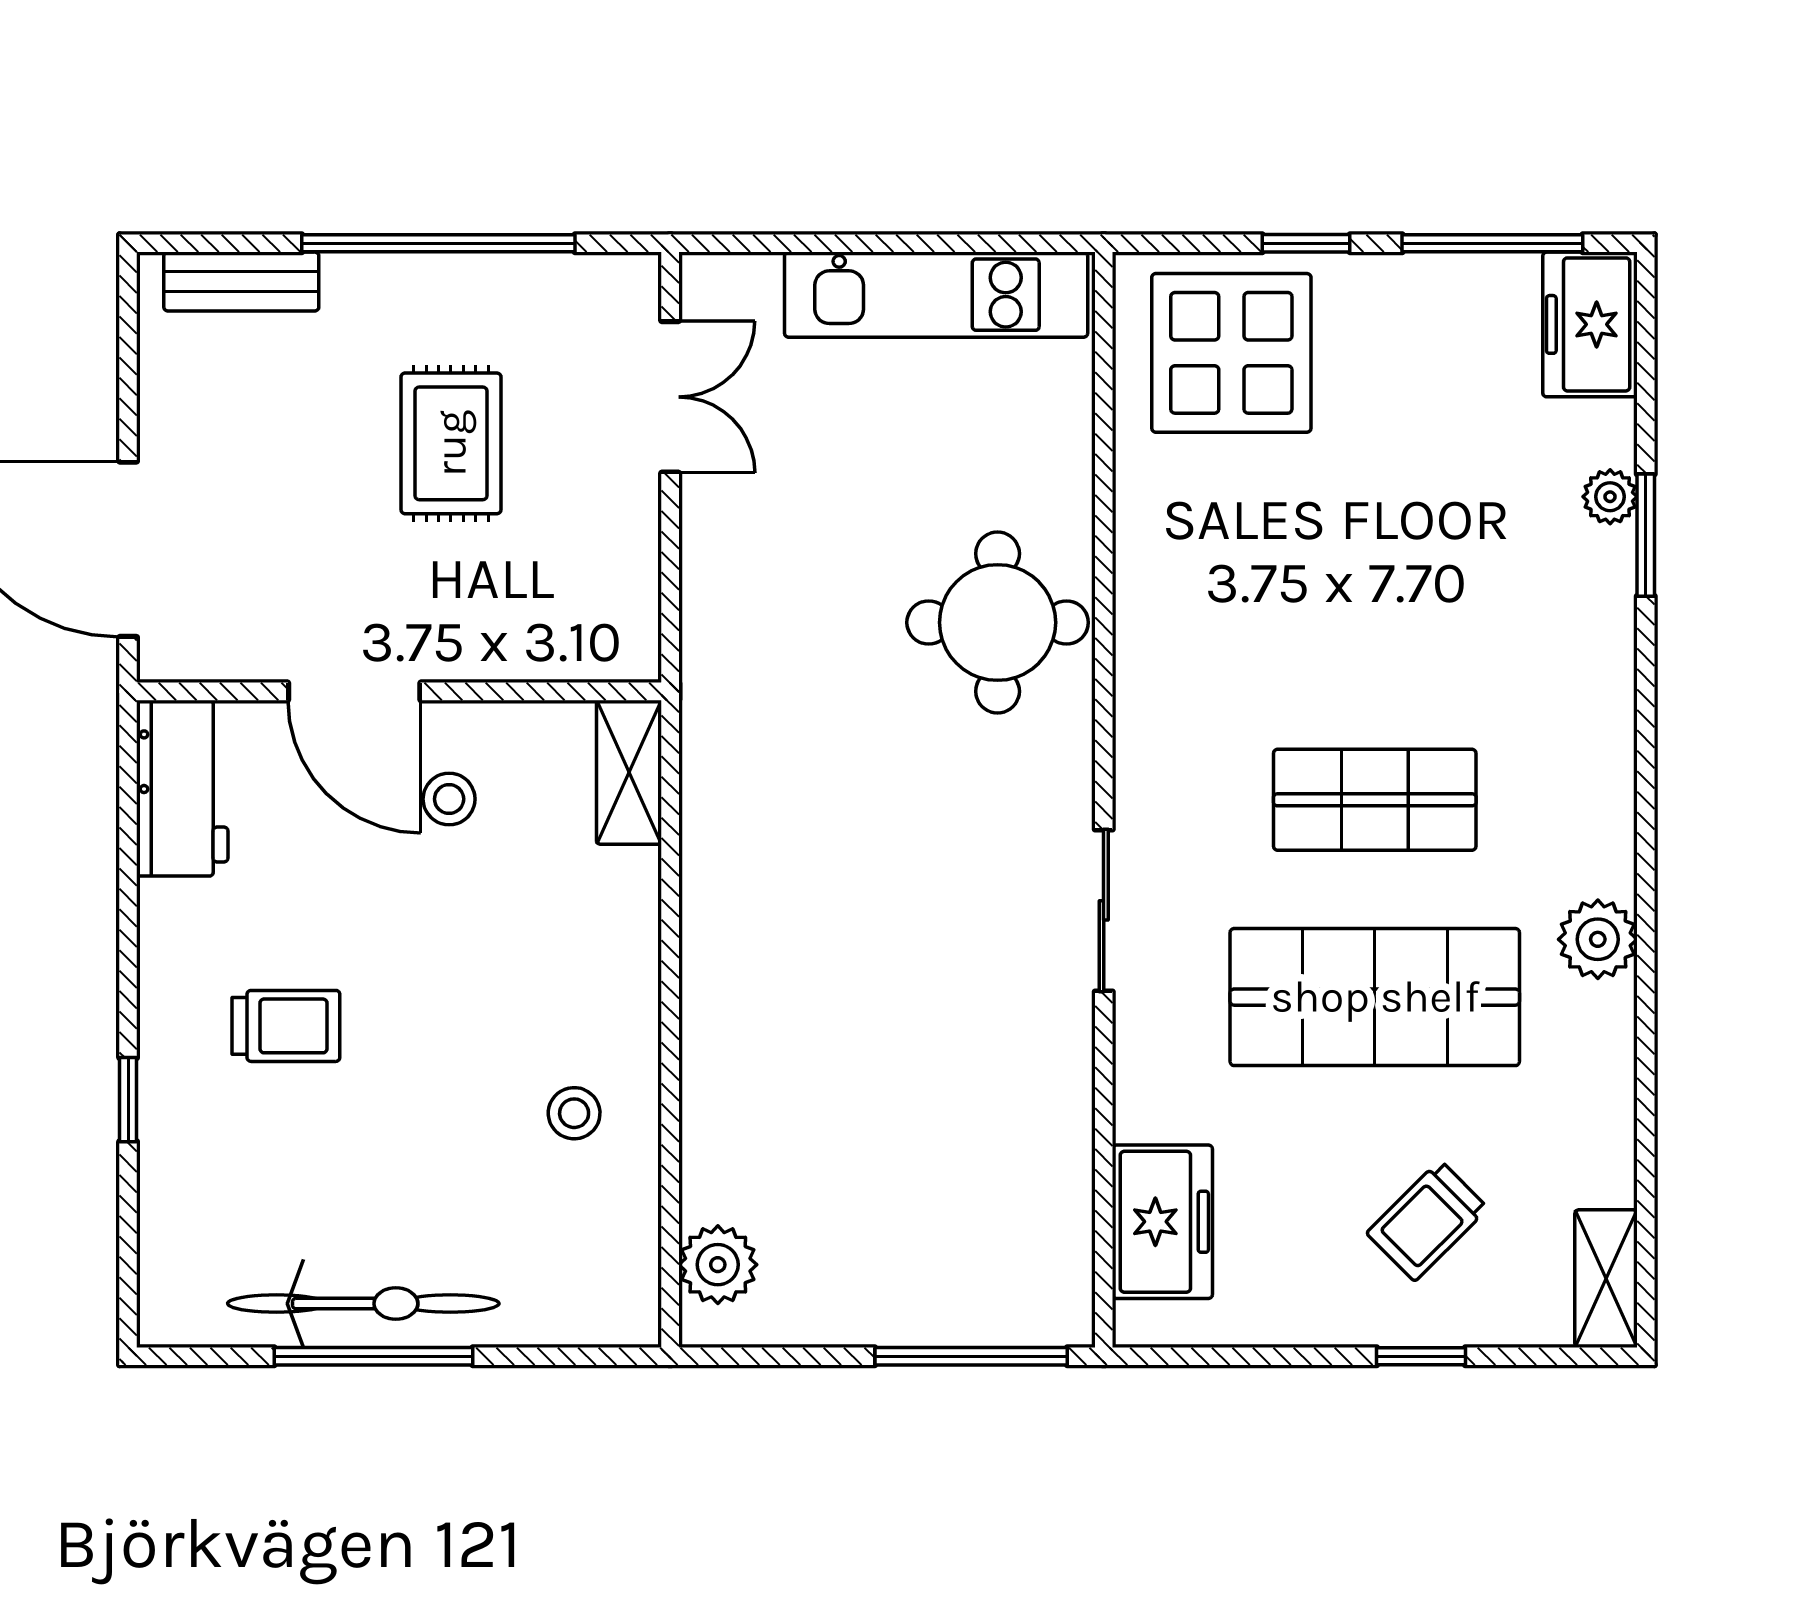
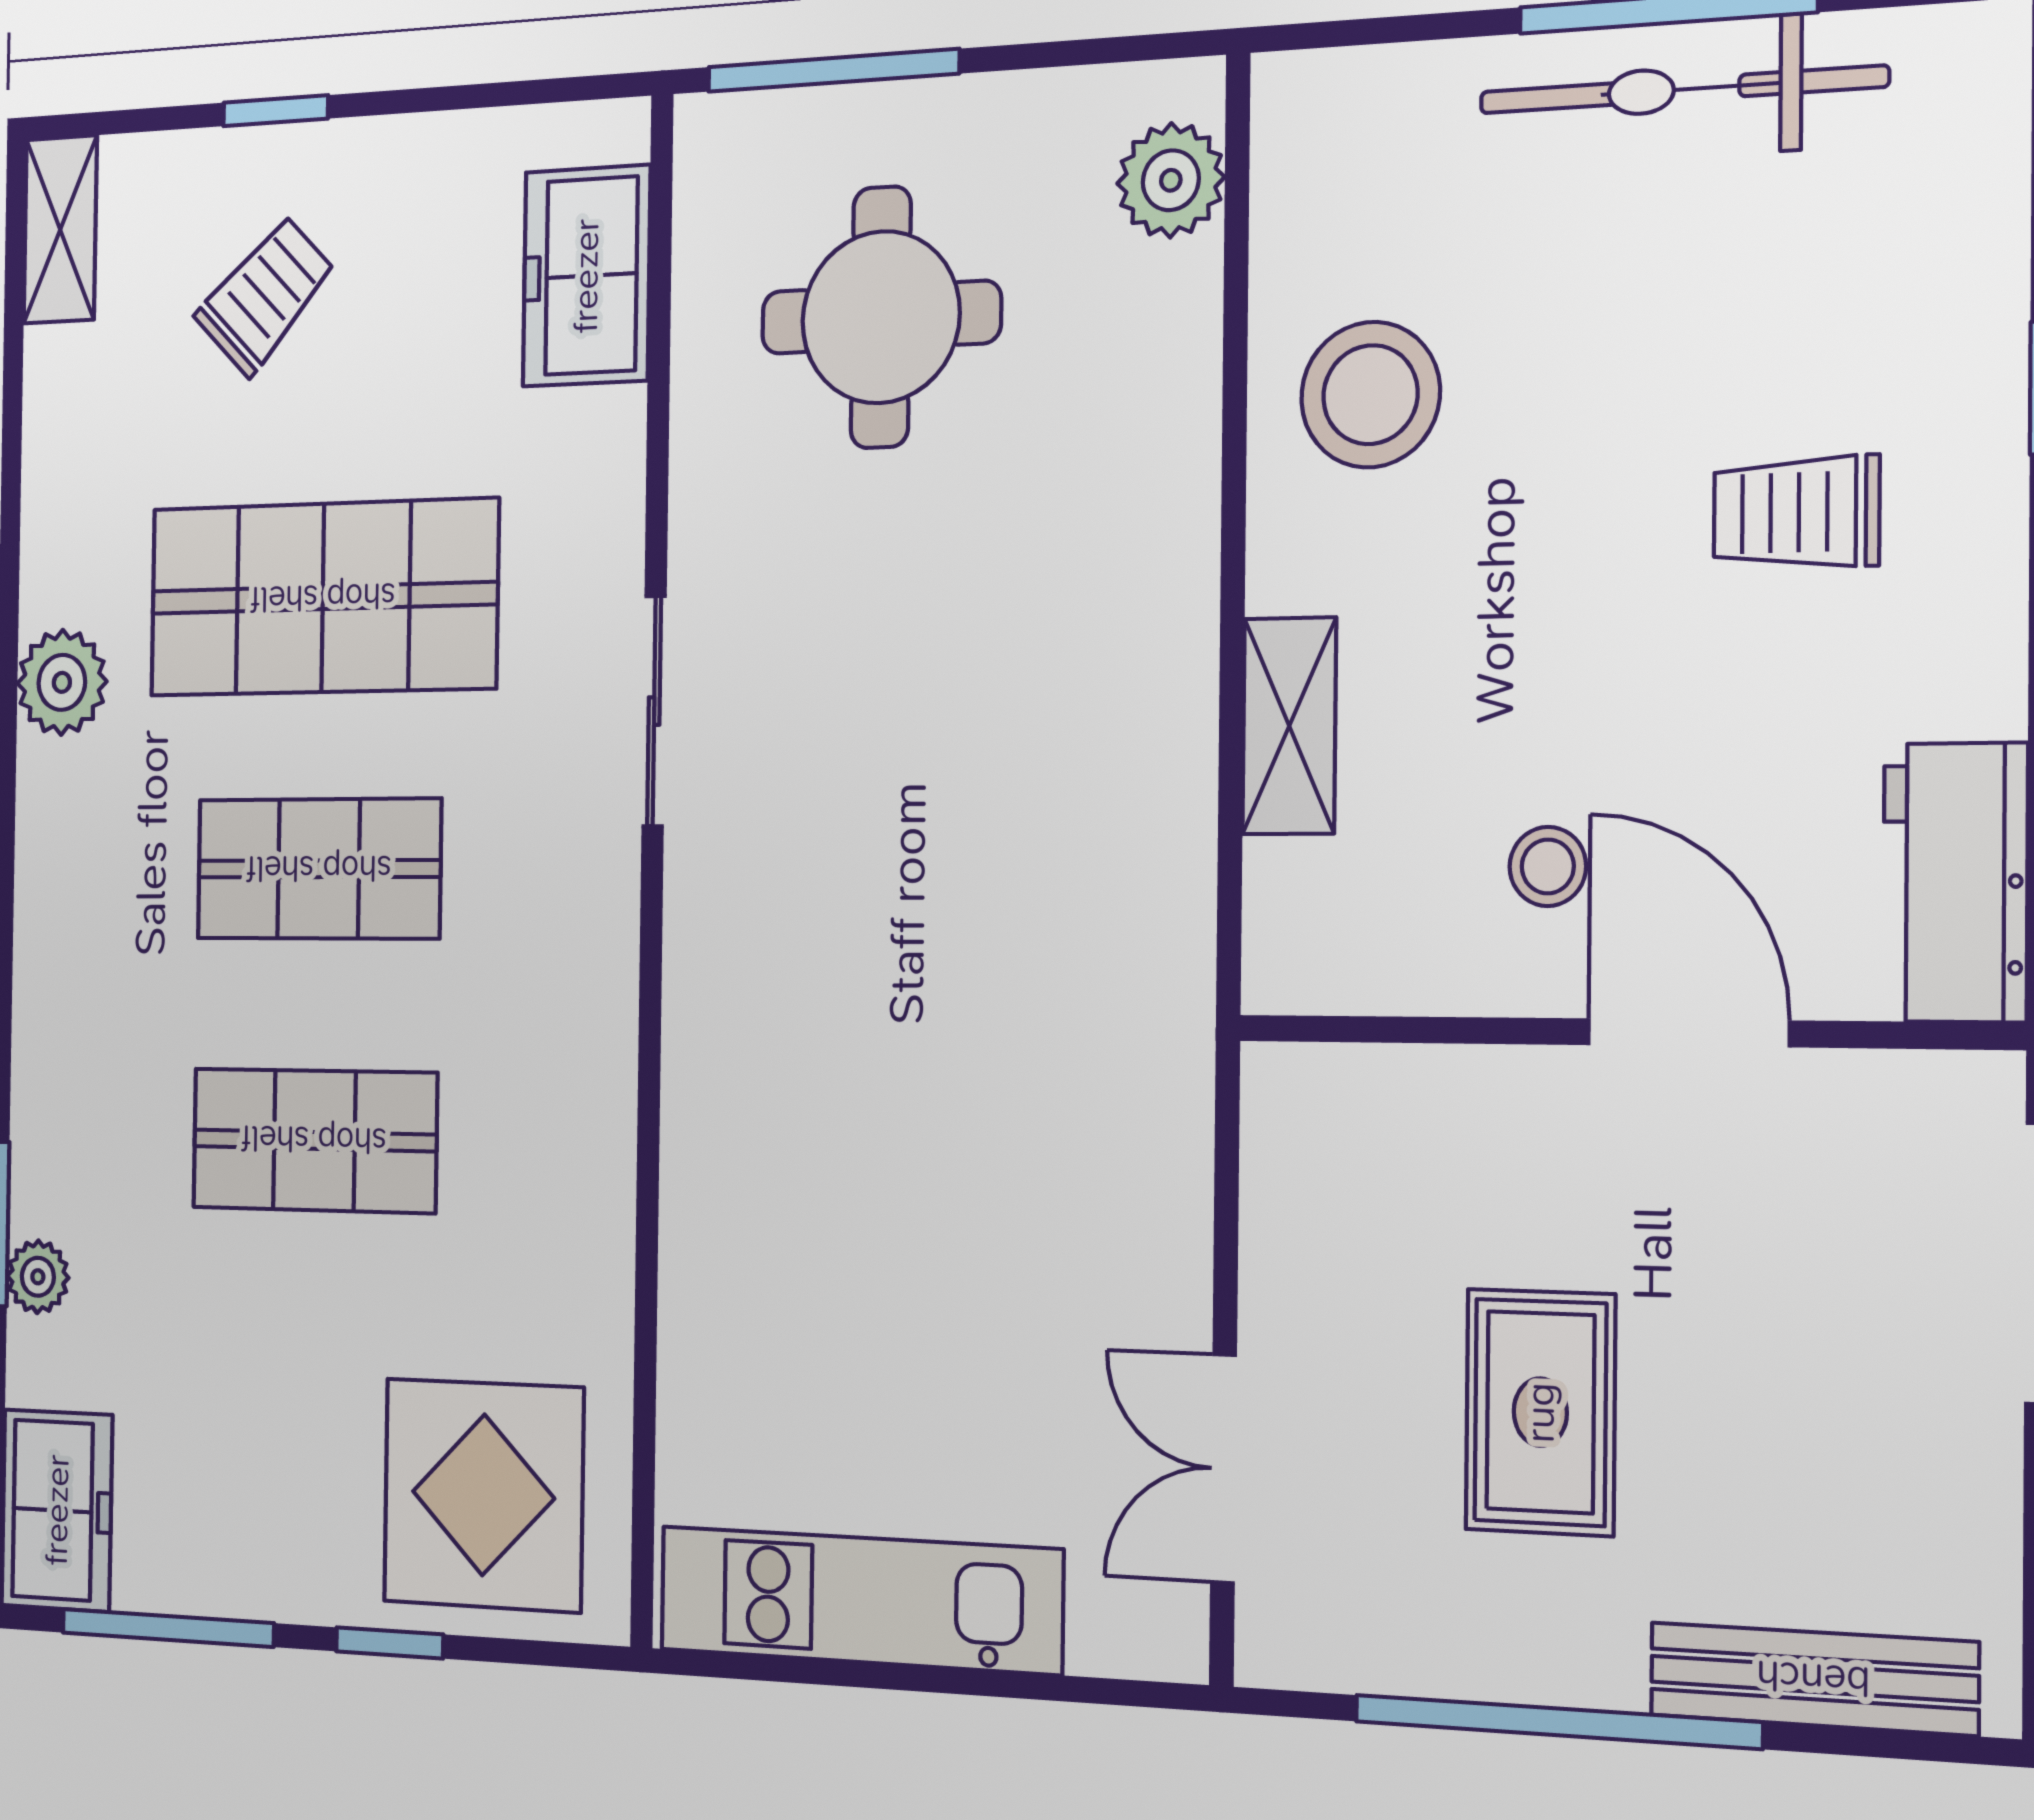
bench: (241, 282) -> (1813, 1679), width x1.36
shop shelf: (1375, 603) -> (314, 1140), added
round table: (998, 623) -> (881, 317), moved
shelving: (629, 772) -> (1289, 726), moved
stool: (574, 1113) -> (1370, 395), width x1.89, depth x1.89

